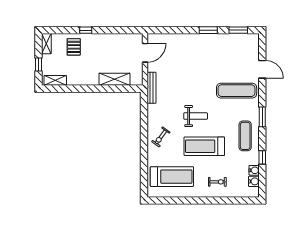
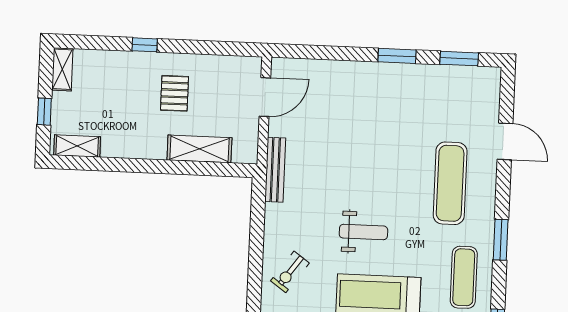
pallet: (74, 47) -> (174, 93), moved
exercise mat: (237, 91) -> (450, 183), turned 90

